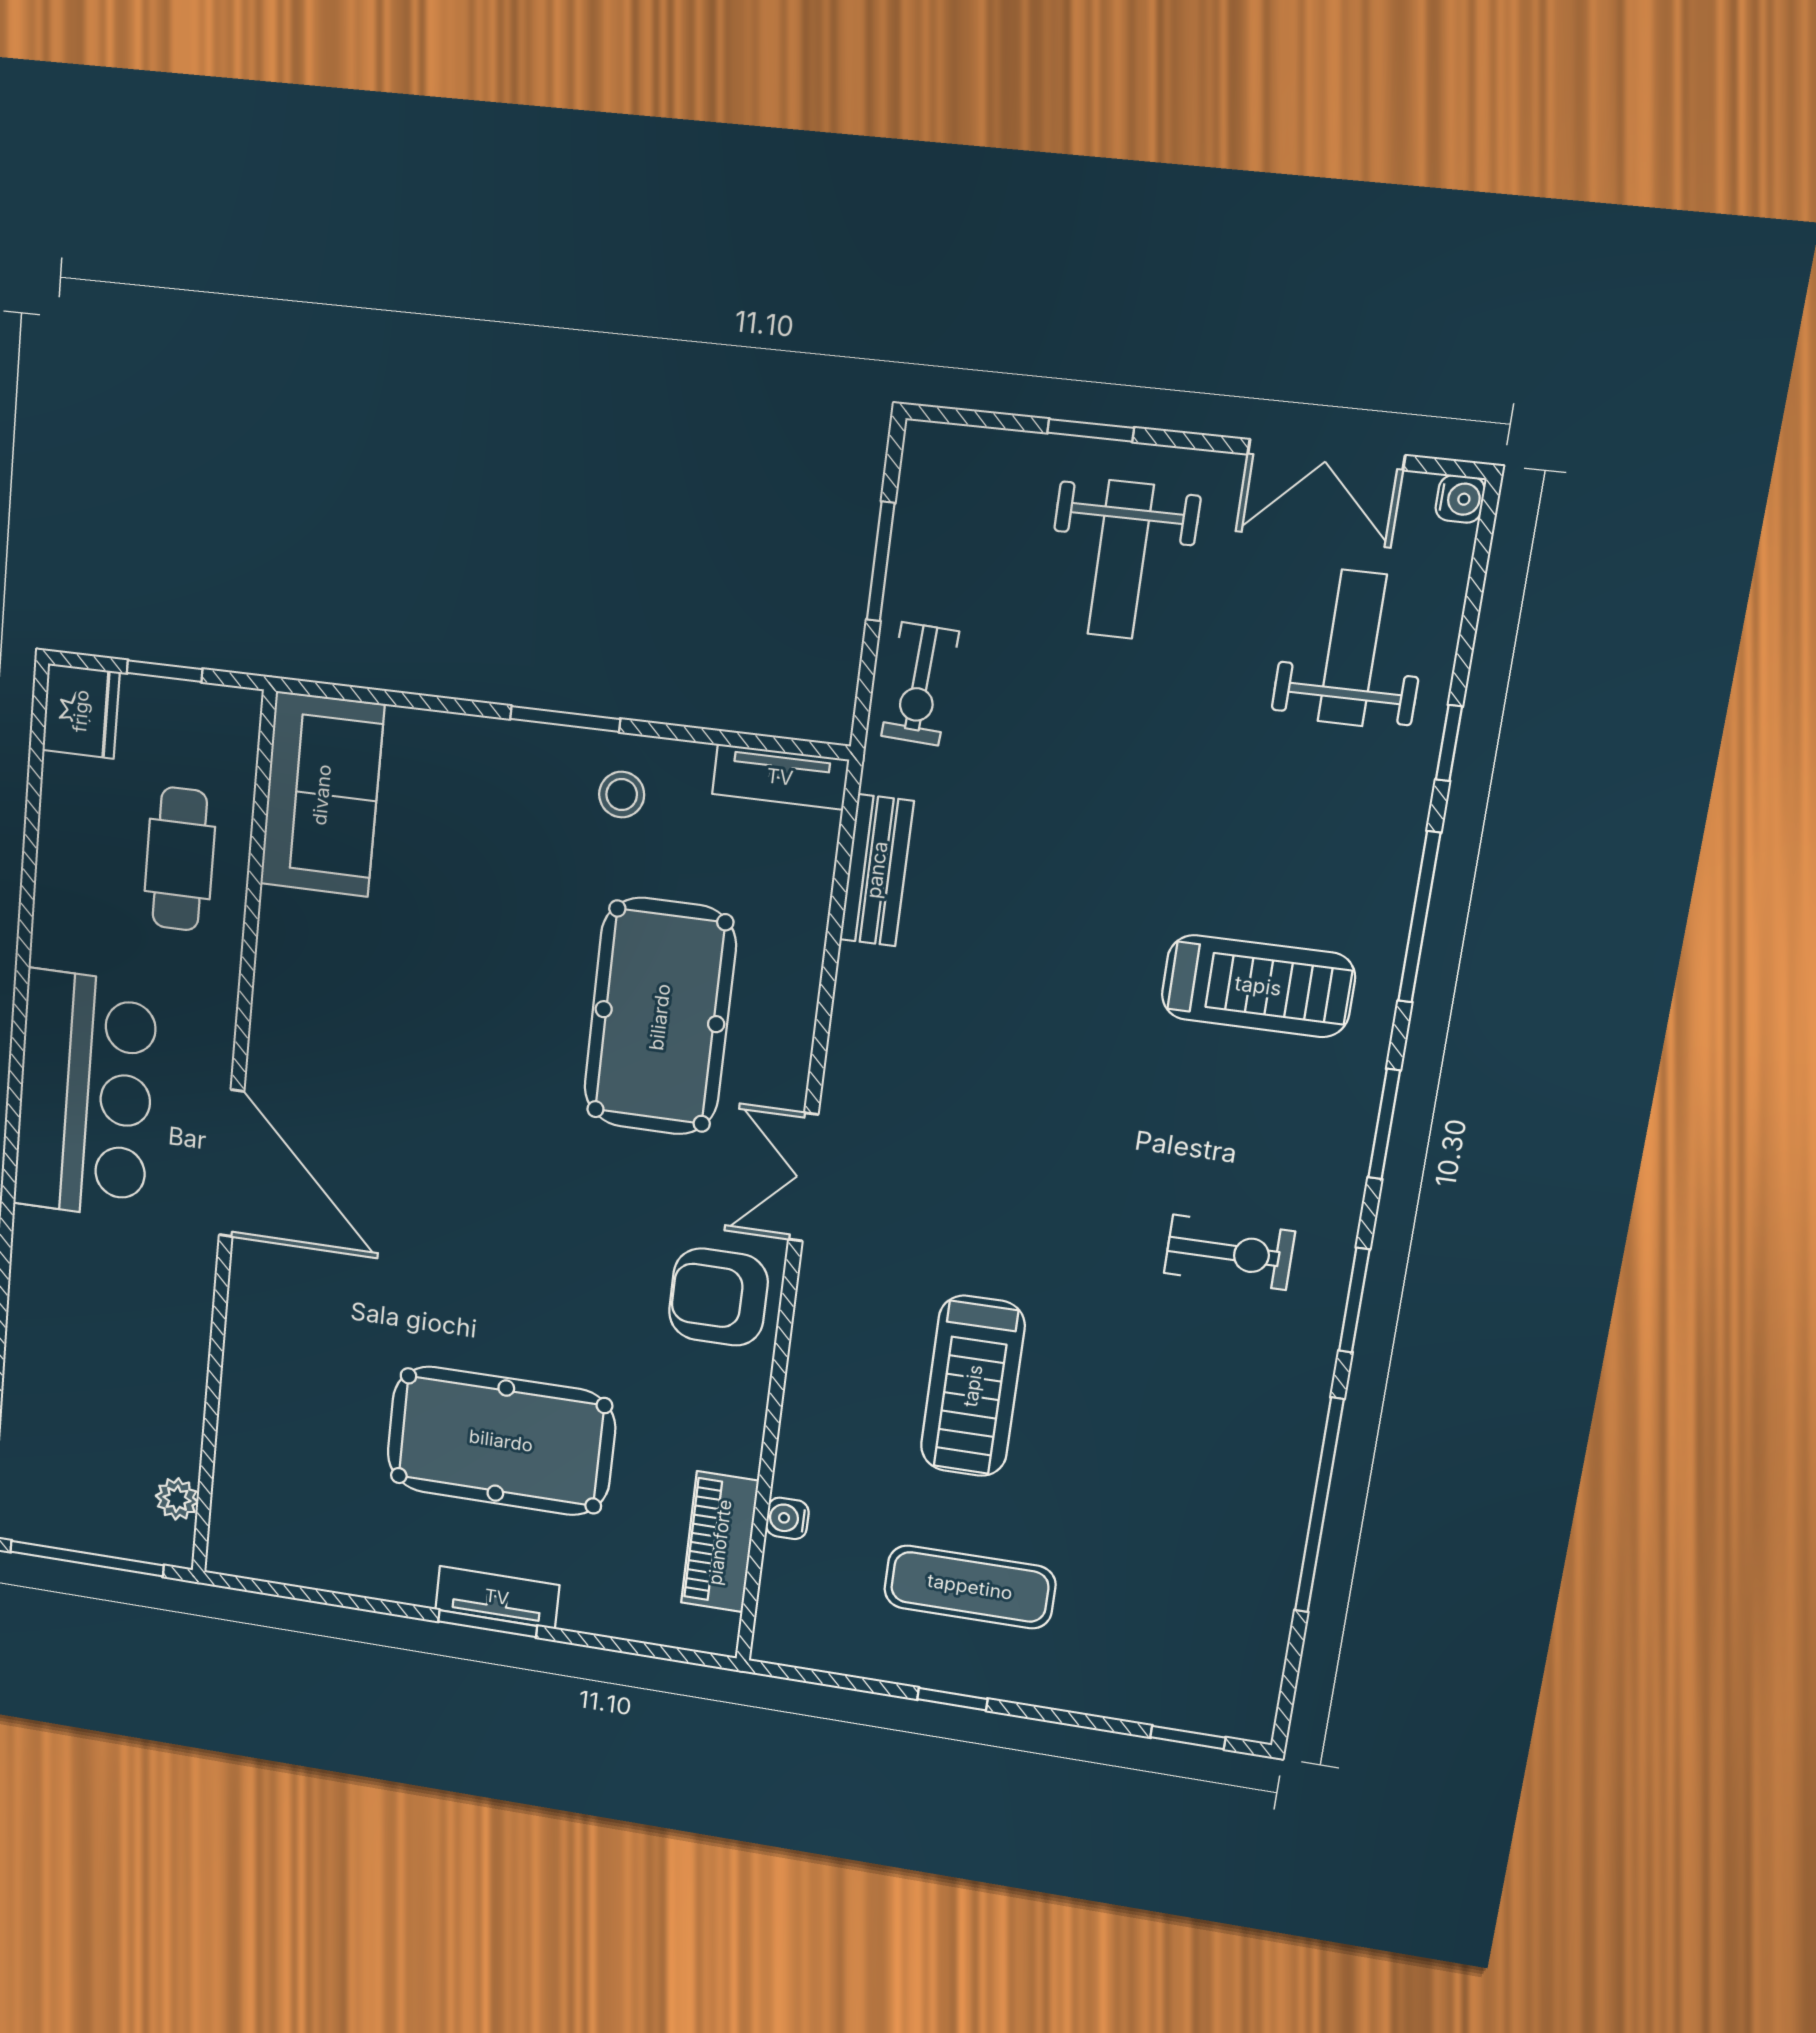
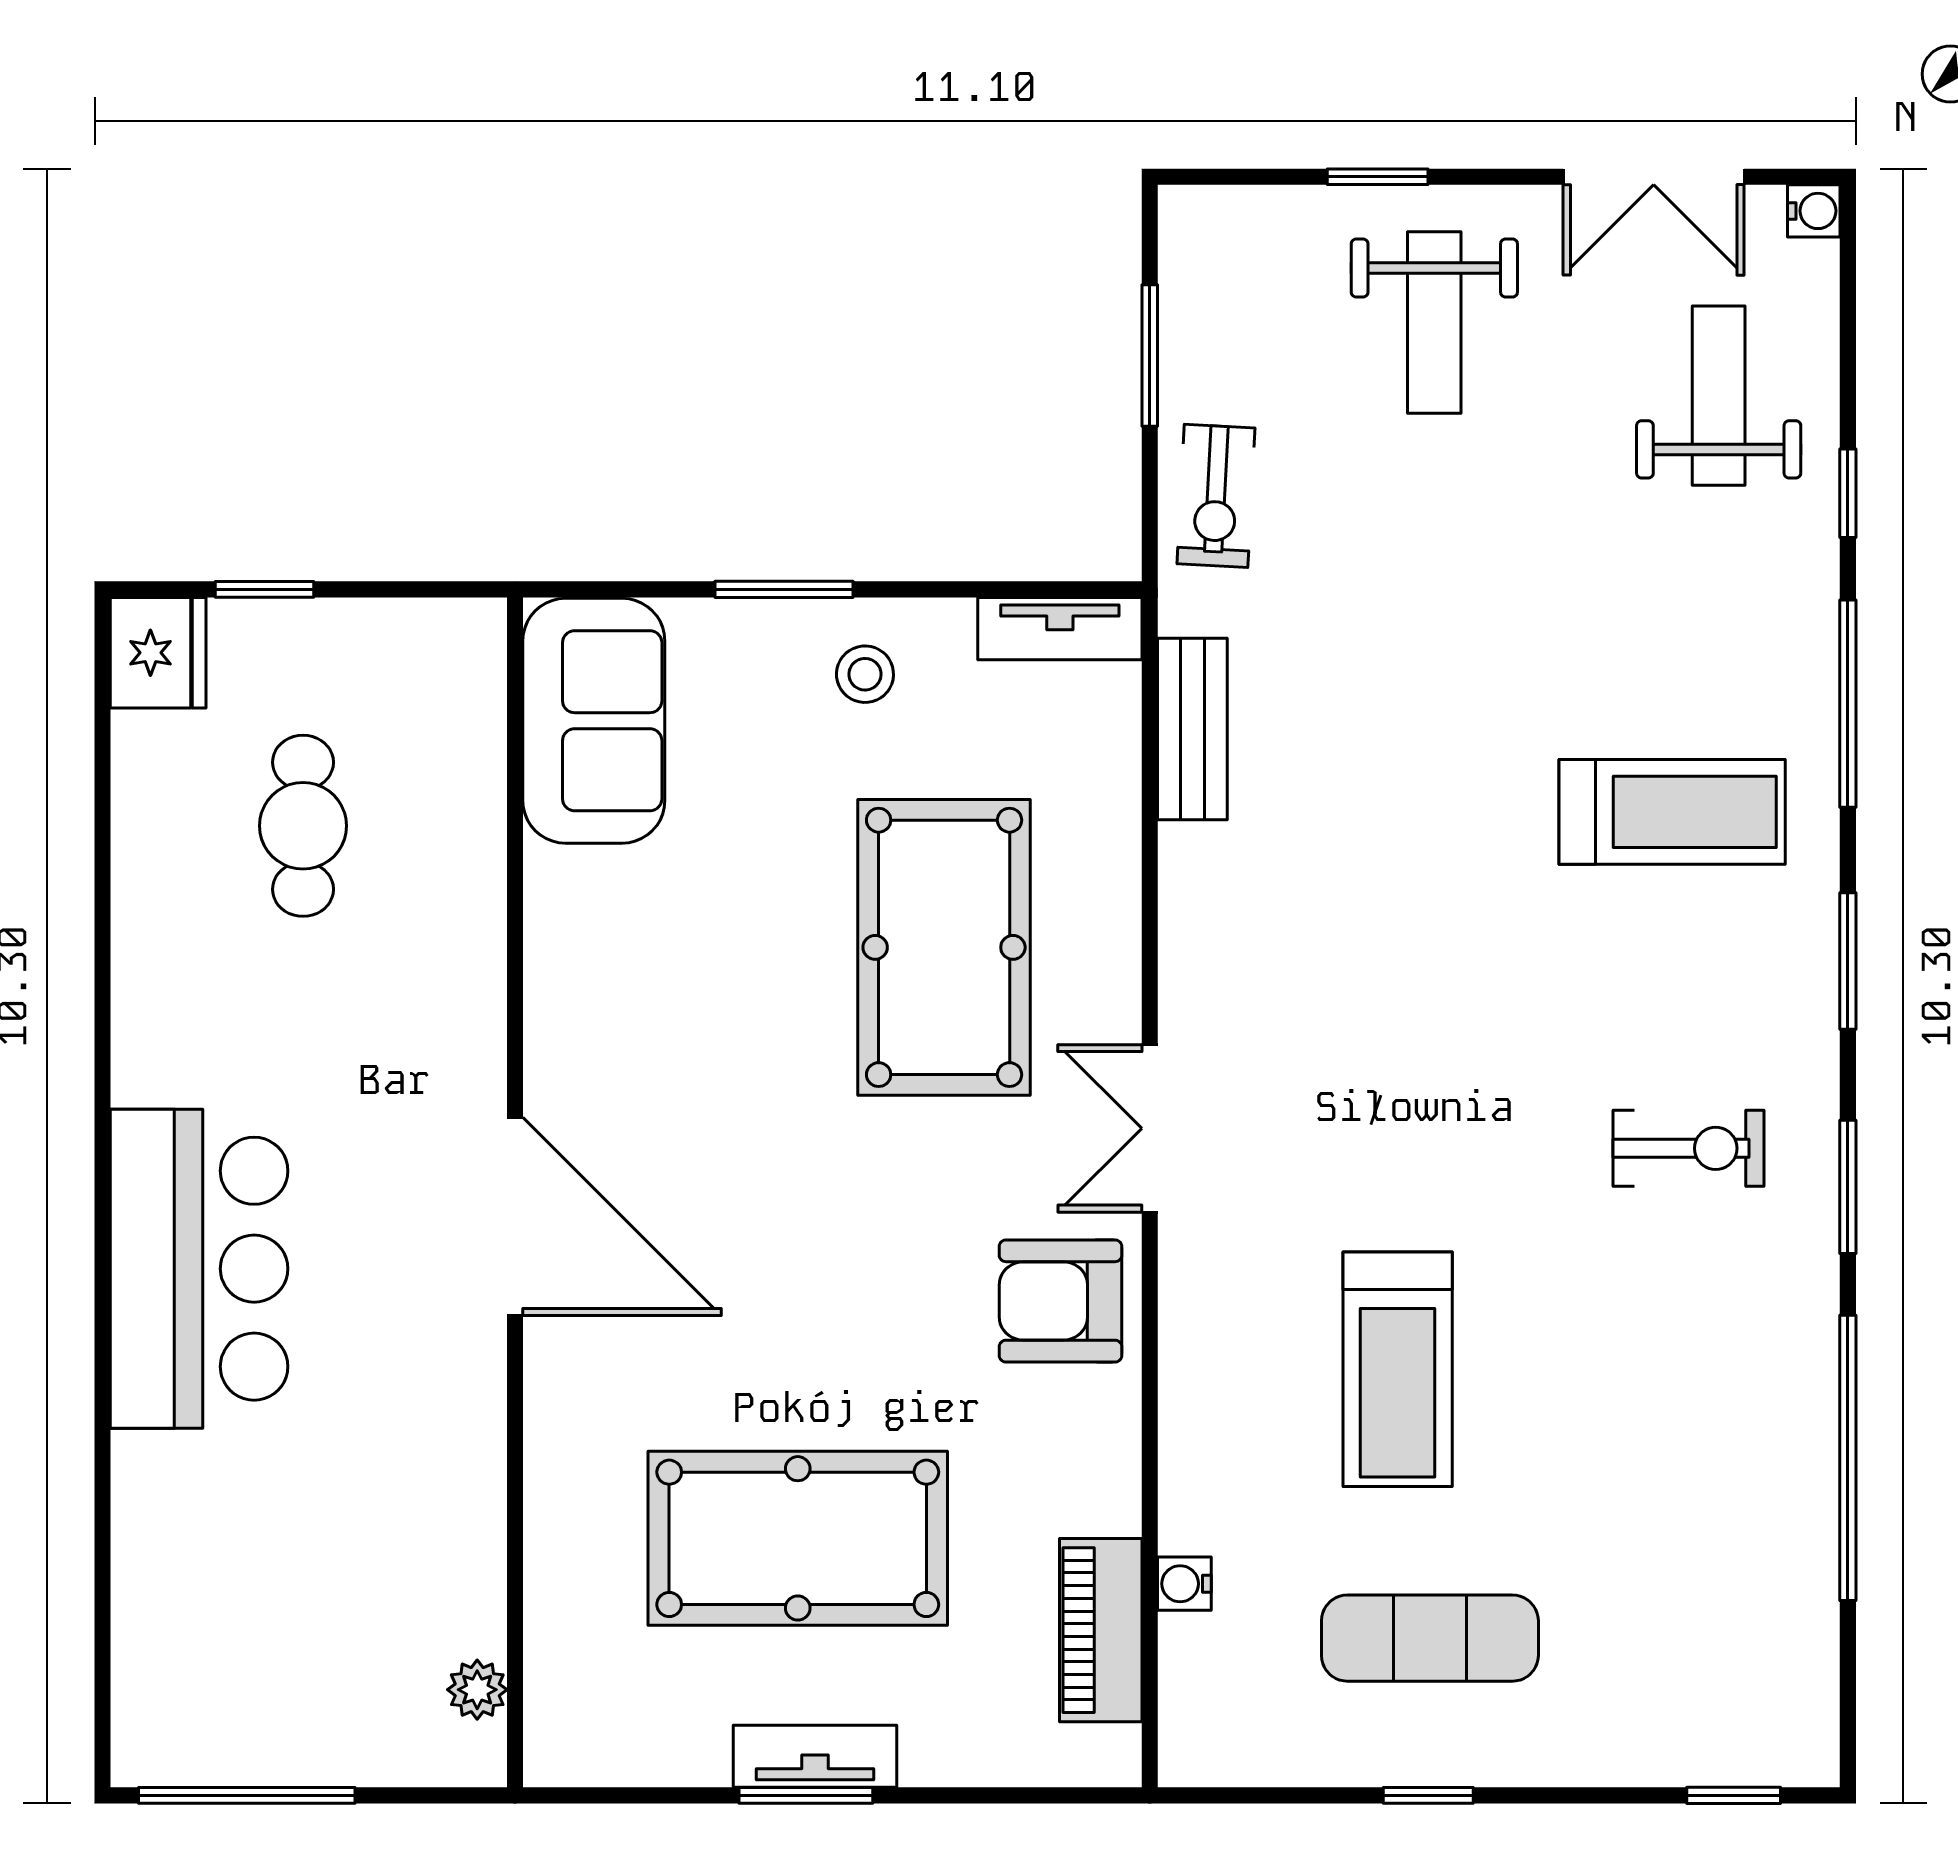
sofa: (322, 795) -> (594, 721), moved
bar counter: (85, 1095) -> (199, 1269), moved
wall: (233, 1146) -> (515, 1192), moved
door: (232, 1163) -> (515, 1216), moved
plant: (177, 1499) -> (477, 1690), moved

